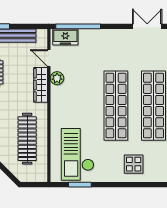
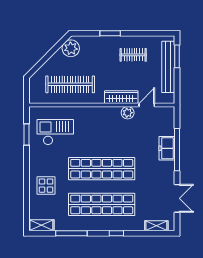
window: (78, 26) -> (177, 150), moved
freezer: (65, 37) -> (167, 148), moved
checkout: (78, 154) -> (55, 132), width x0.73, depth x0.83

